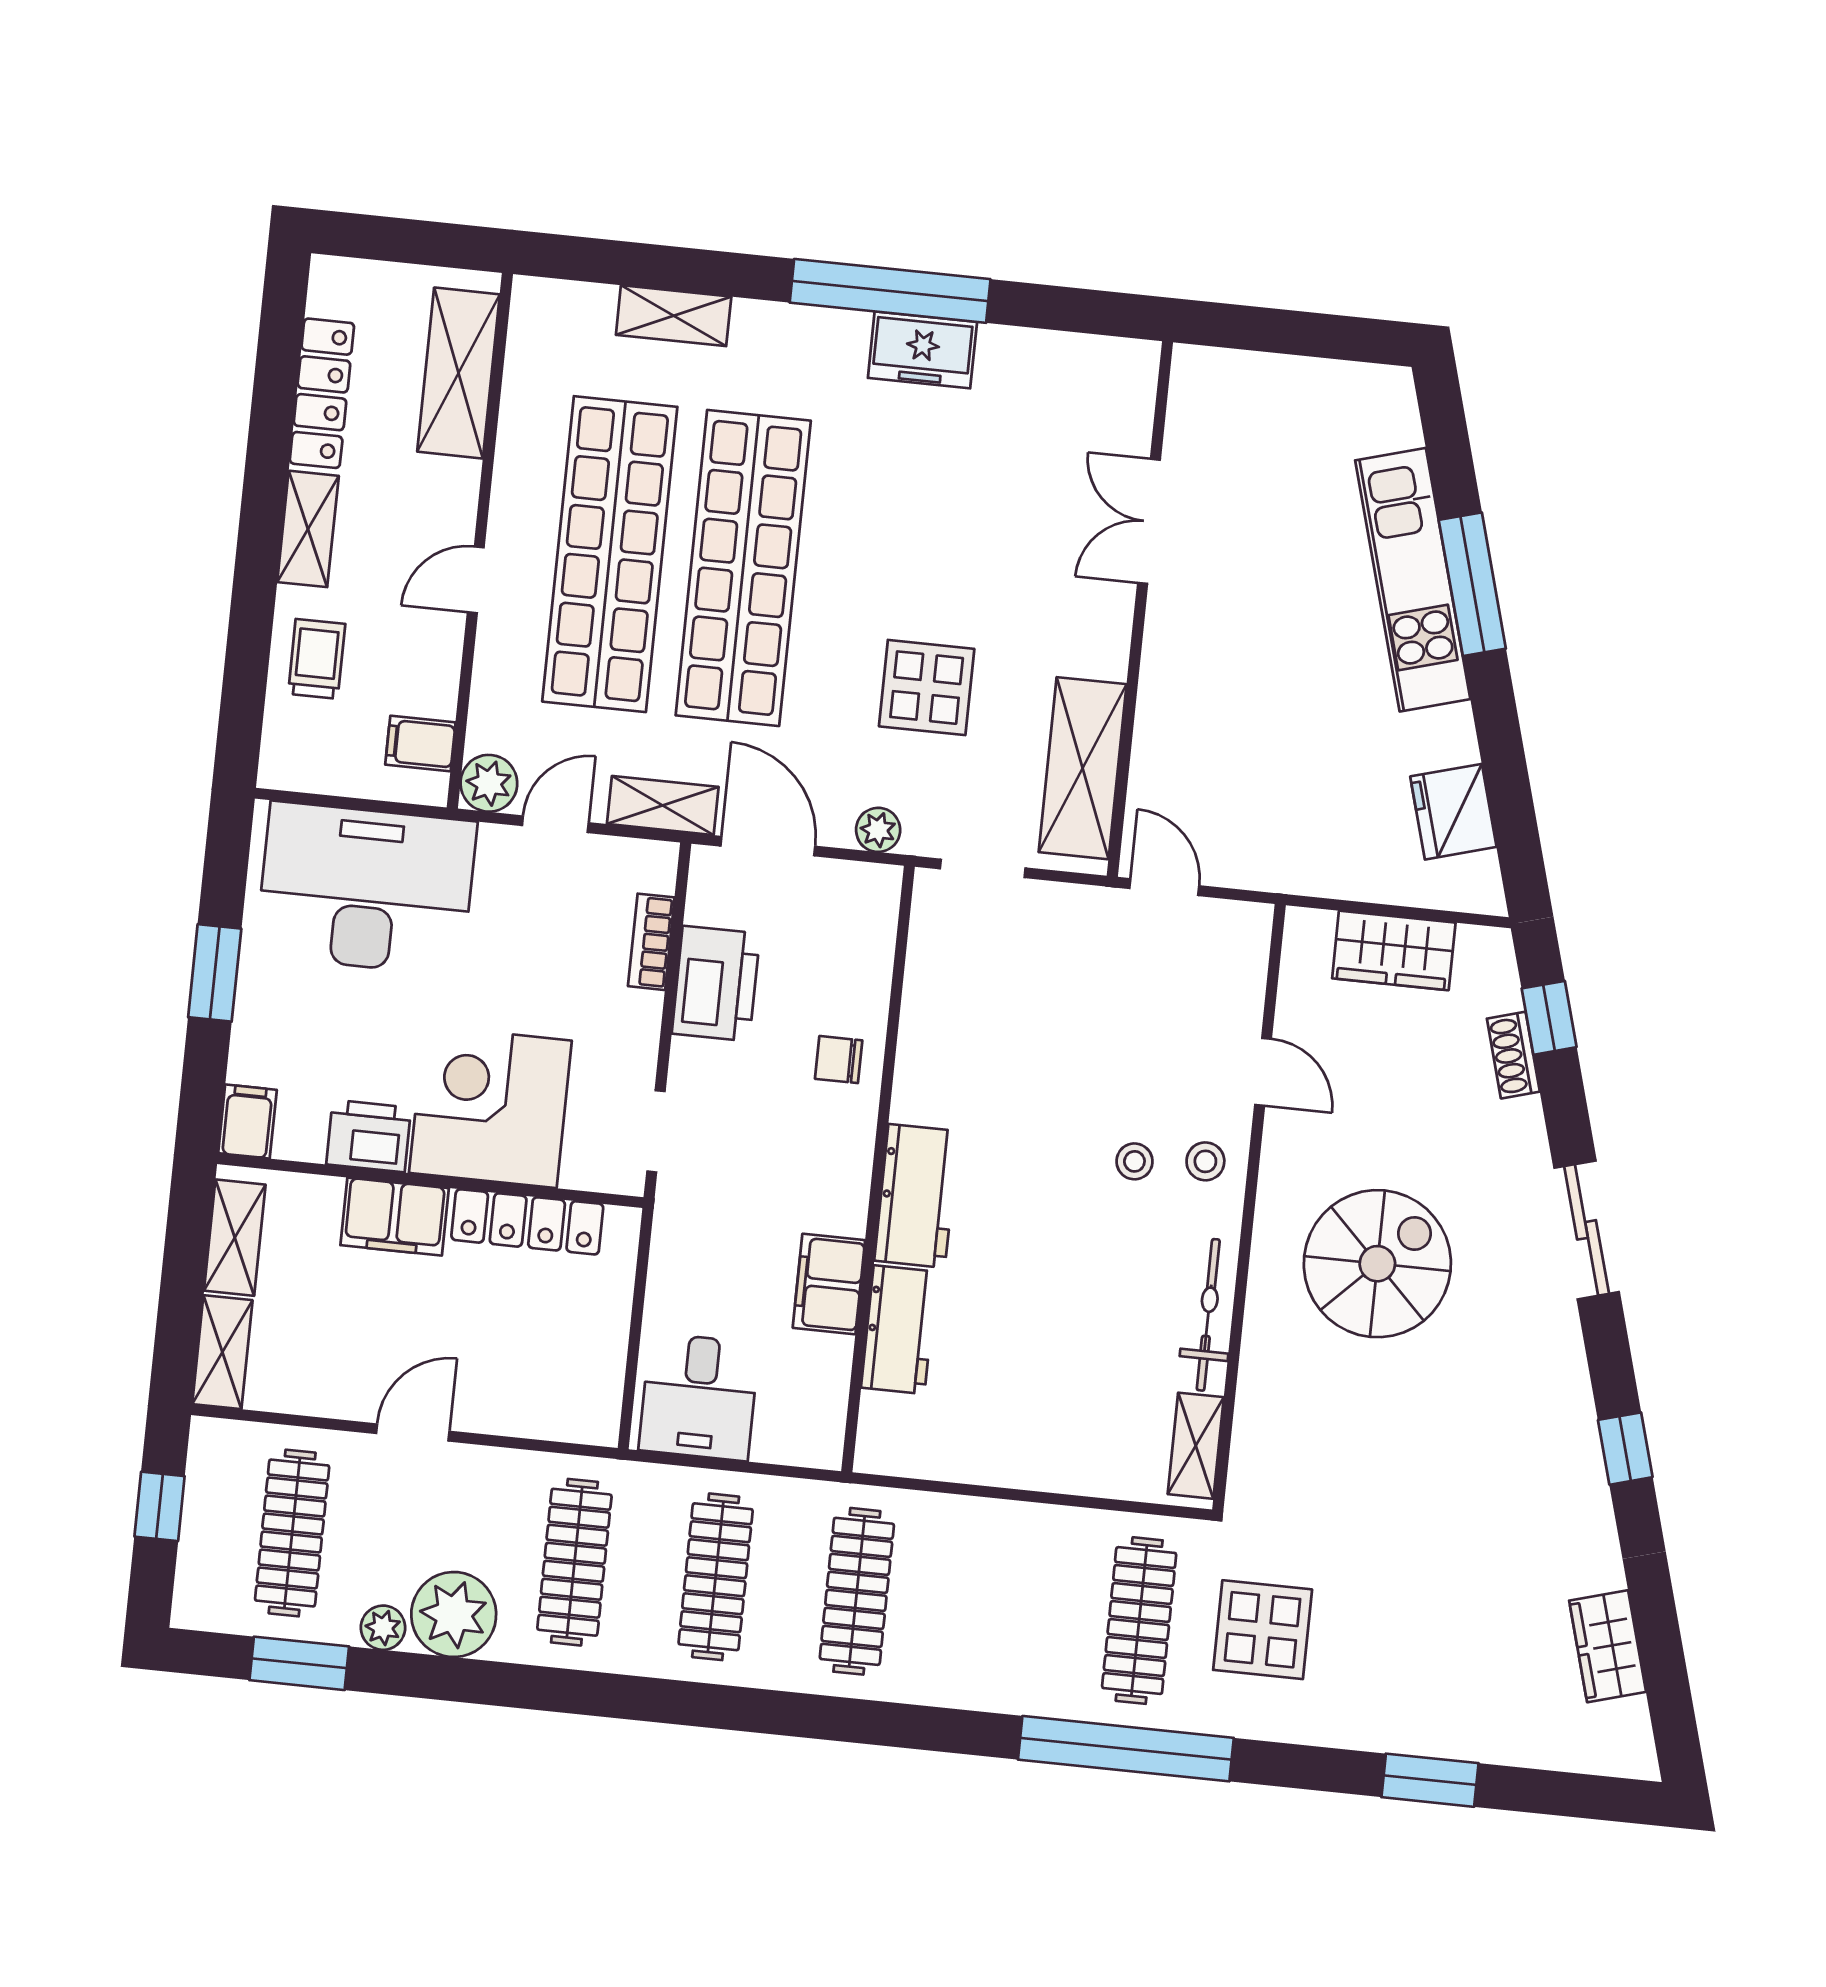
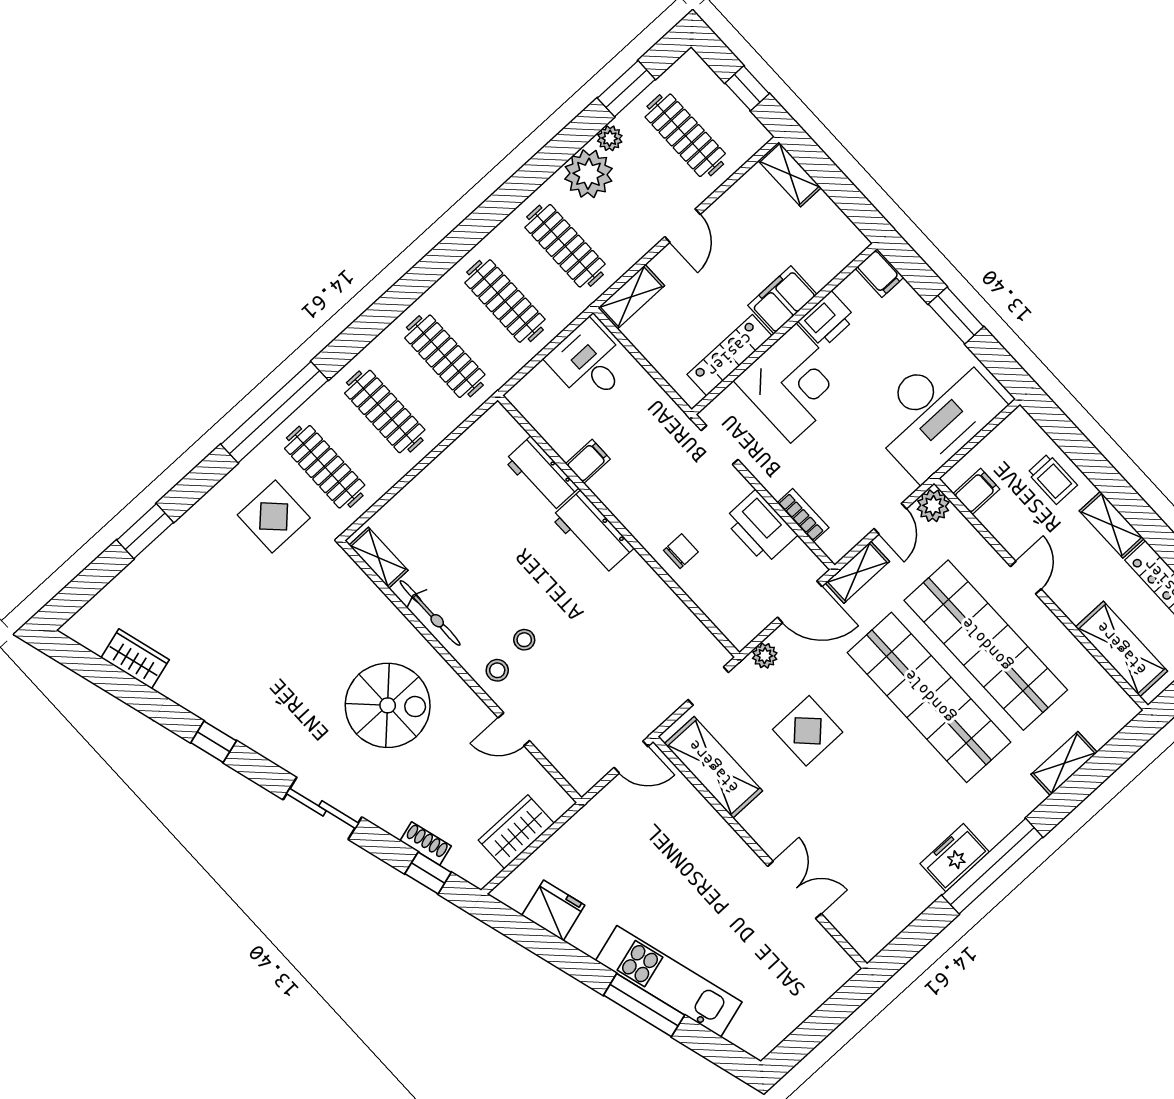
shelving: (235, 1238) -> (631, 297), moved, turned 90
spiral stairs: (1377, 1264) -> (388, 705), turned -90
filing cabinet: (829, 1284) -> (588, 461), width x0.50
clothes rail: (998, 1606) -> (385, 412), added

